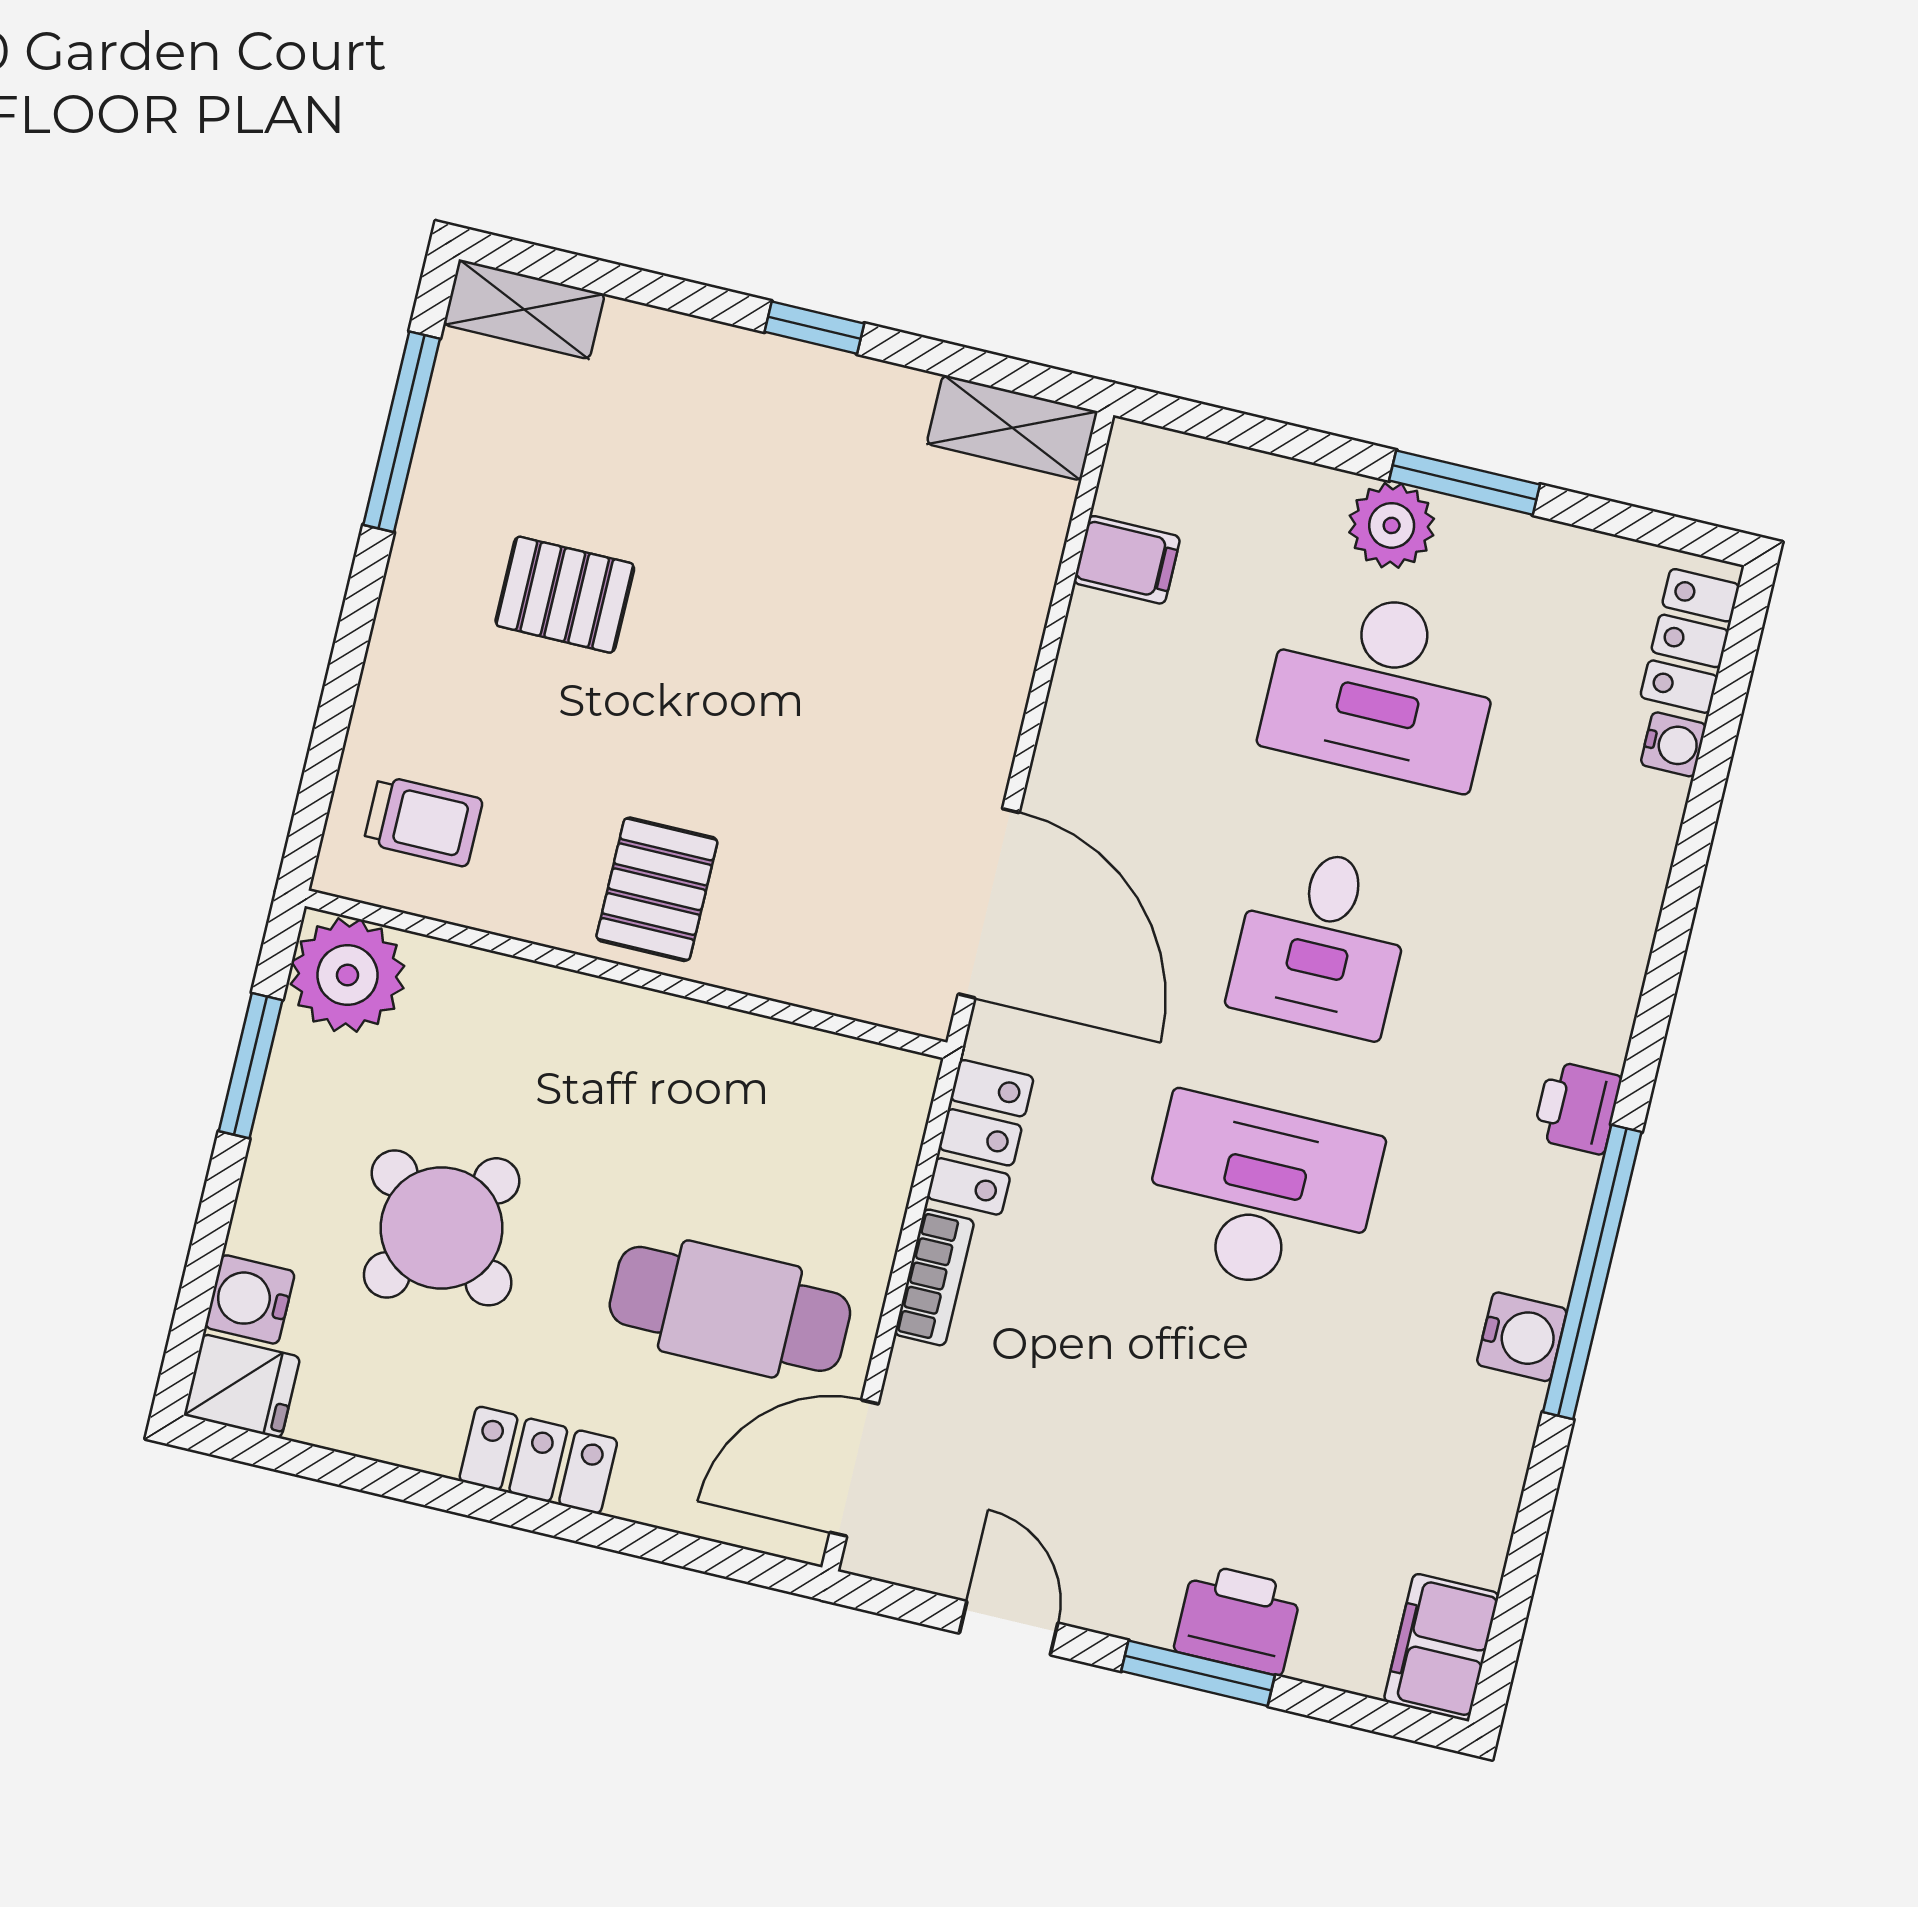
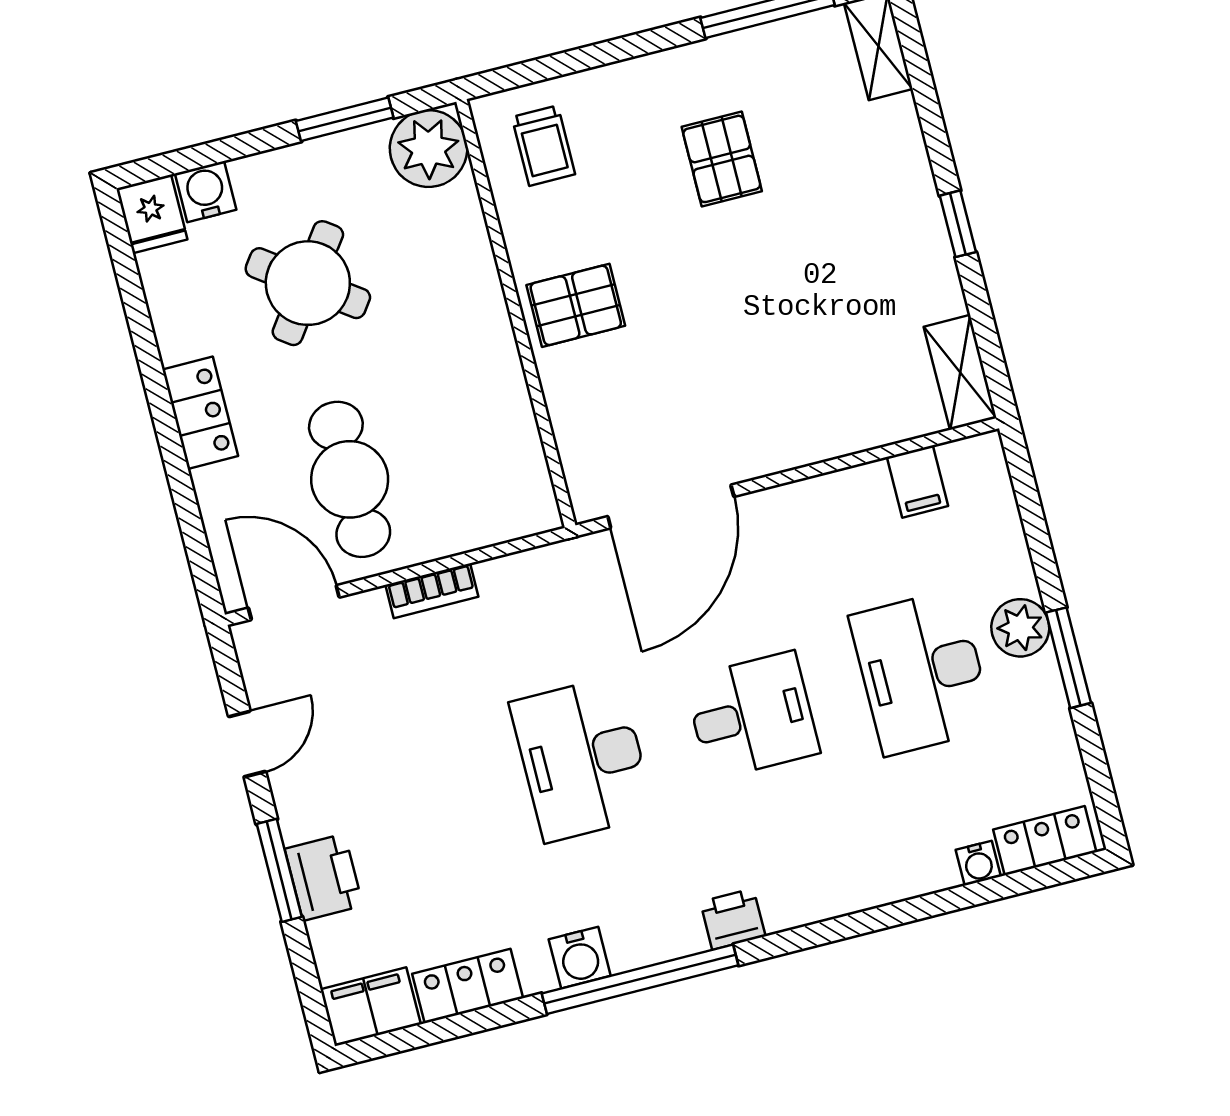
desk: (1321, 941) -> (752, 716), turned 180
locker: (980, 1137) -> (468, 986), moved, turned 180
desk: (1261, 1195) -> (582, 759), turned 180

